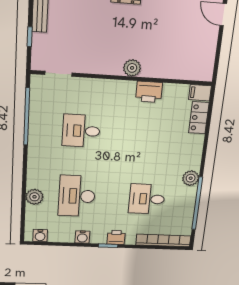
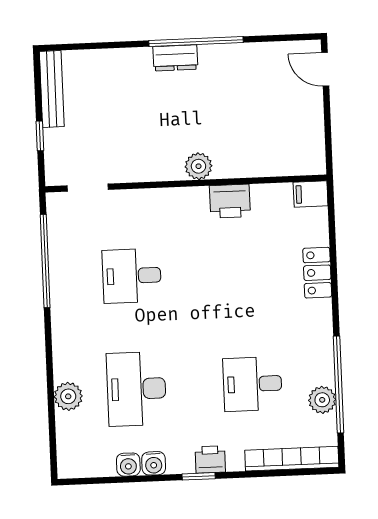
locker: (199, 118) -> (317, 273), moved
plant: (191, 178) -> (322, 400), moved
water cooler: (40, 236) -> (128, 465), moved

